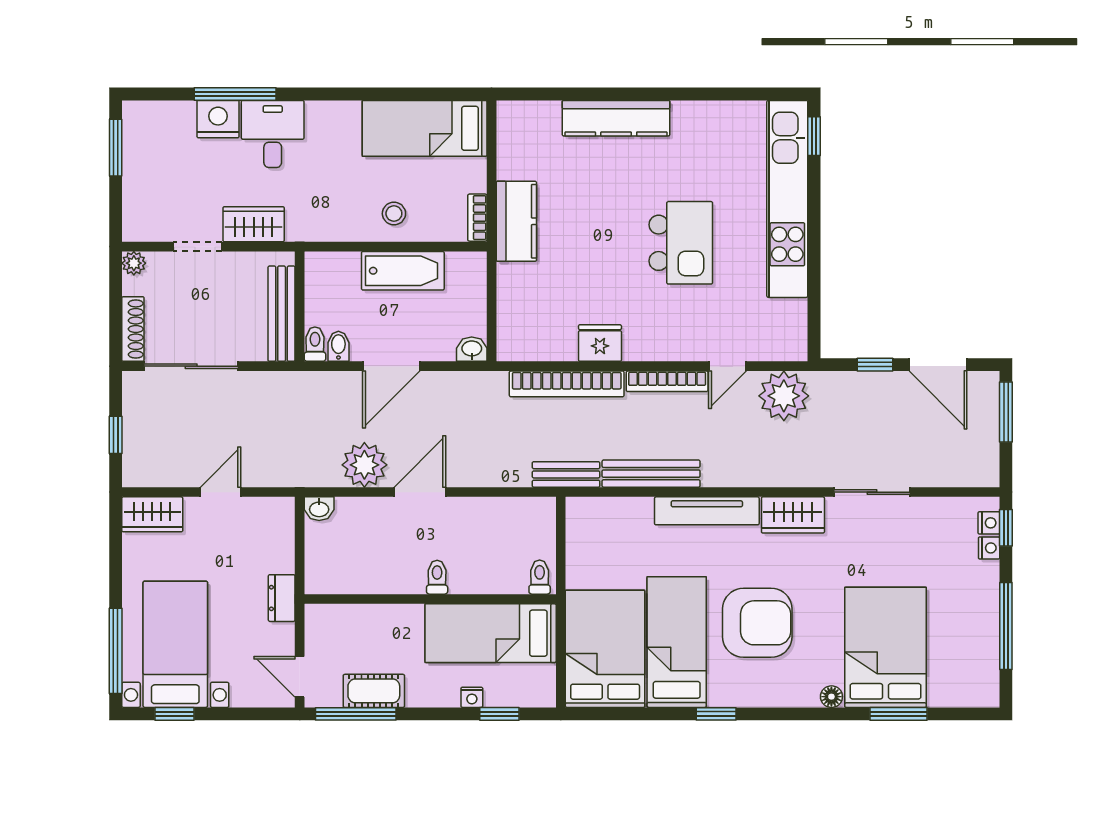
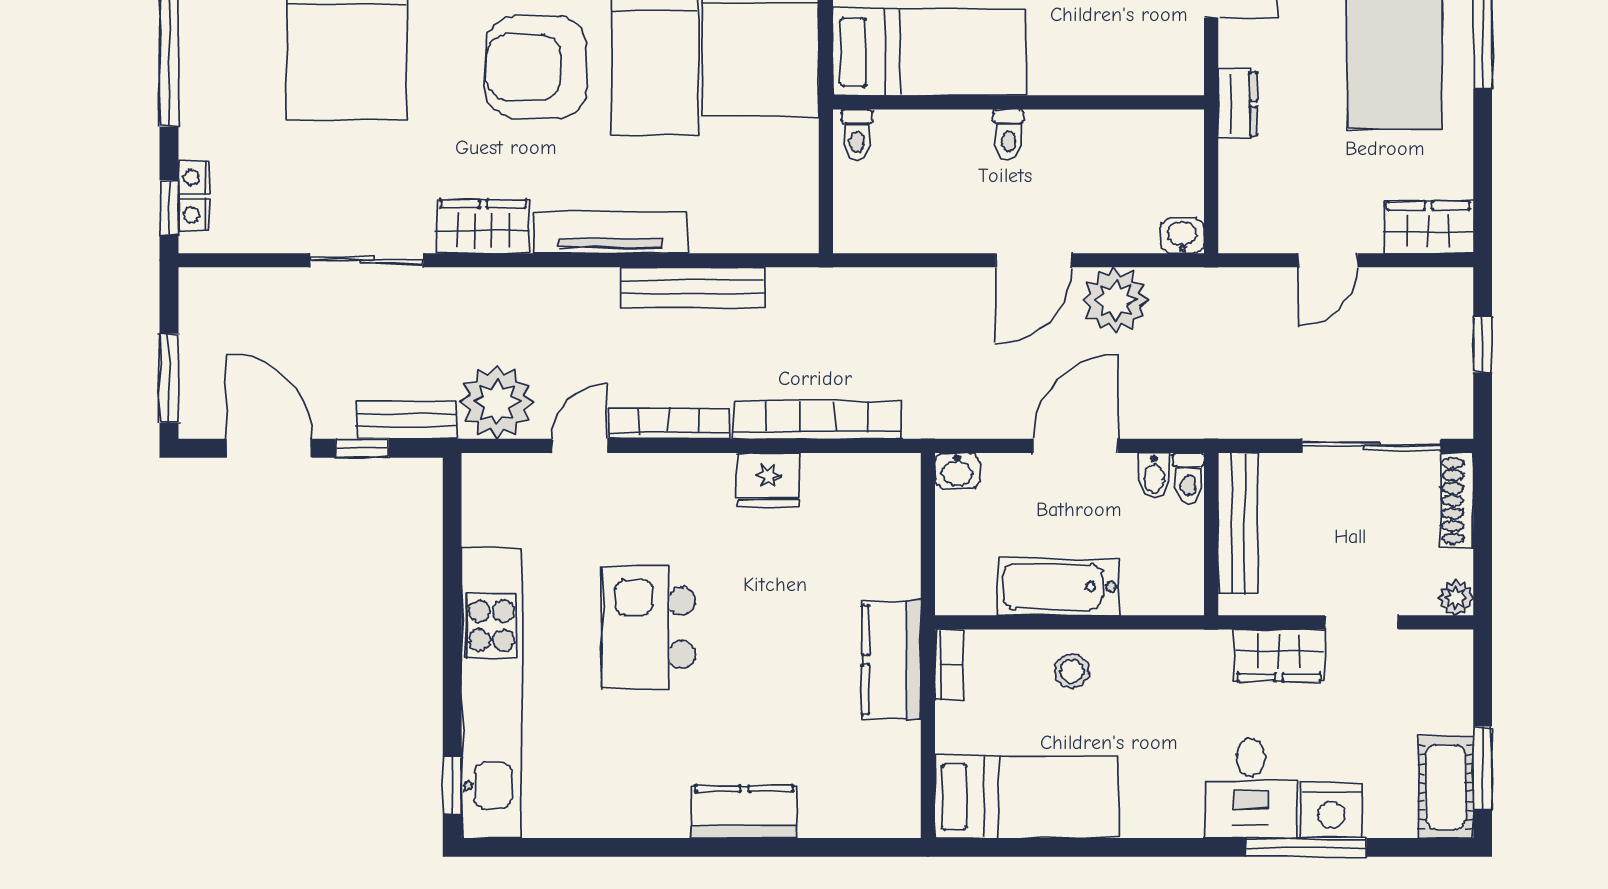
kitchen counter: (616, 118) -> (744, 812), width x0.67
cot: (141, 135) -> (1446, 787), added
bench: (566, 474) -> (407, 420), moved

